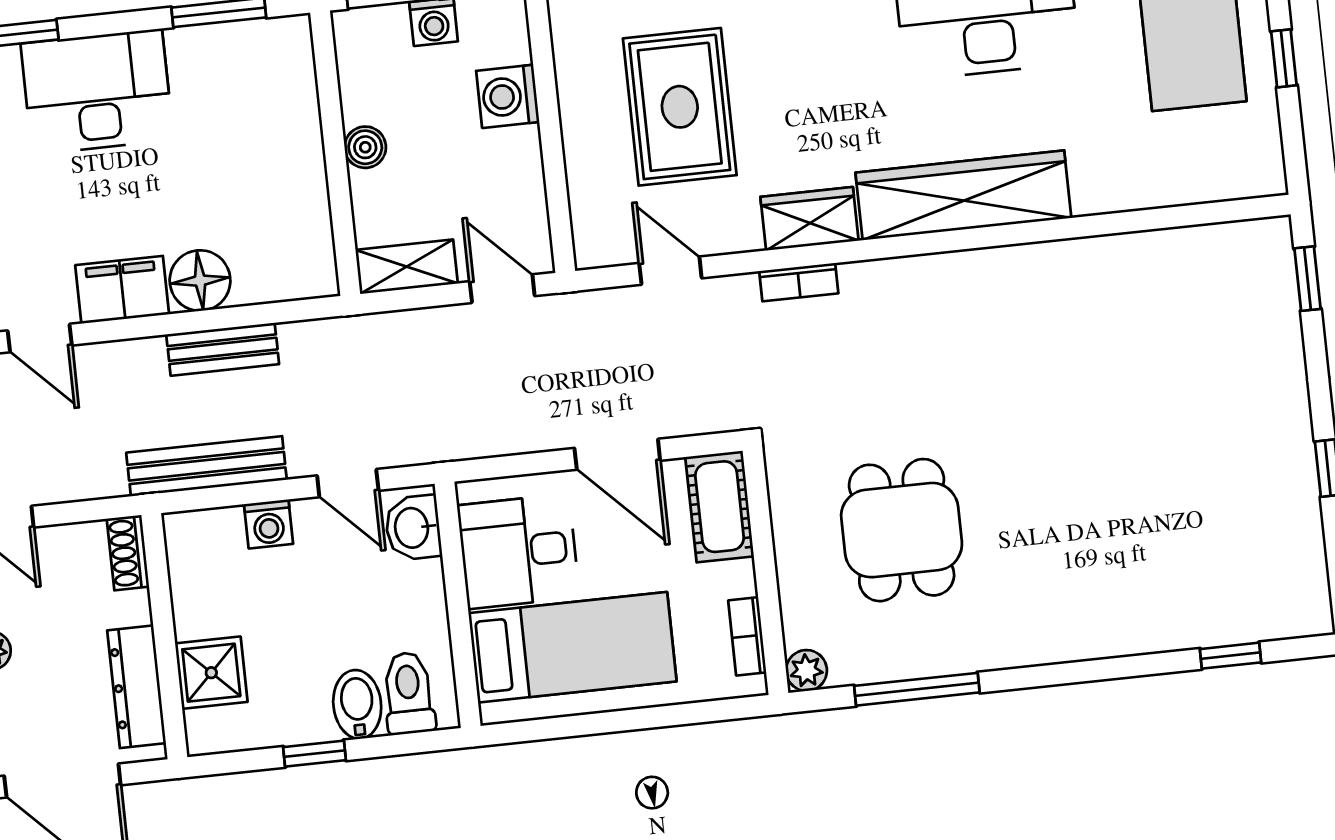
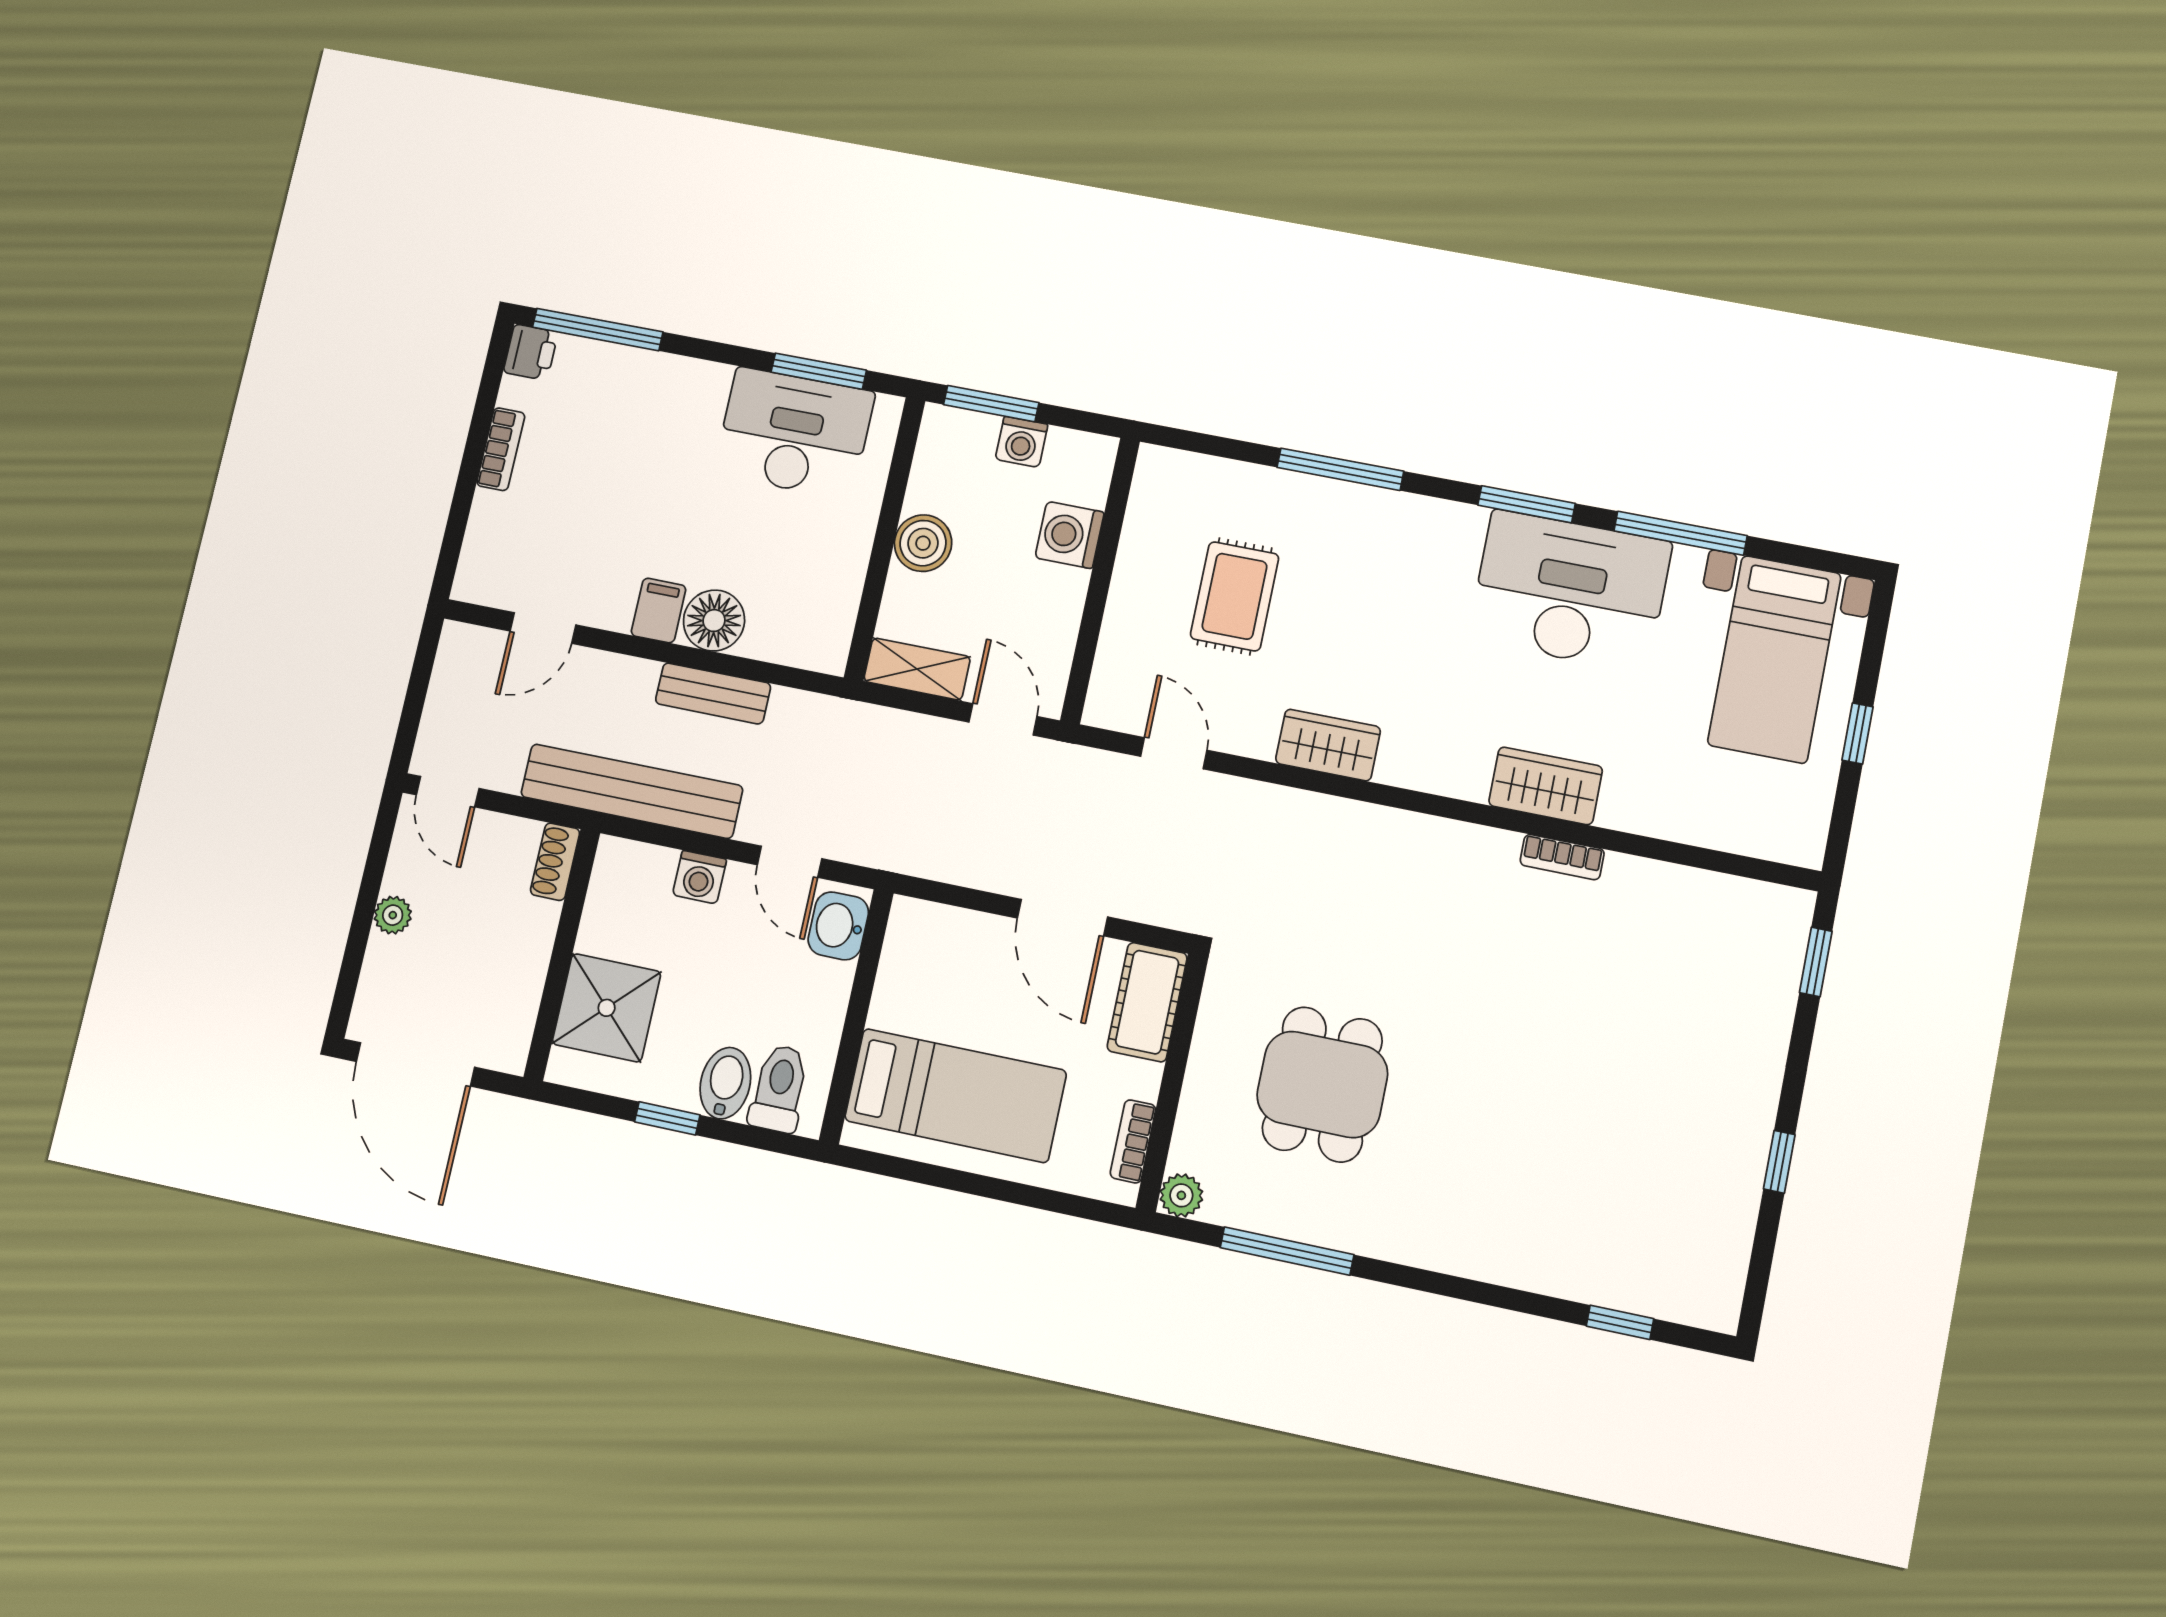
desk: (97, 92) -> (794, 433), moved
rug: (680, 107) -> (1235, 596), width x0.73, depth x0.70
boiler: (365, 147) -> (923, 543), width x1.36, depth x1.36
wardrobe: (963, 195) -> (1546, 786), width x0.48, depth x0.85
bookcase: (799, 282) -> (1562, 857), moved
filing cabinet: (122, 290) -> (659, 611), width x0.50
door: (40, 338) -> (543, 628), hinge flipped
bench: (206, 466) -> (632, 791), width x1.37, depth x1.21
desk: (518, 551) -> (934, 983), removed
shower: (211, 673) -> (607, 1008), width x1.36, depth x1.36
dresser: (137, 687) -> (518, 996), removed

